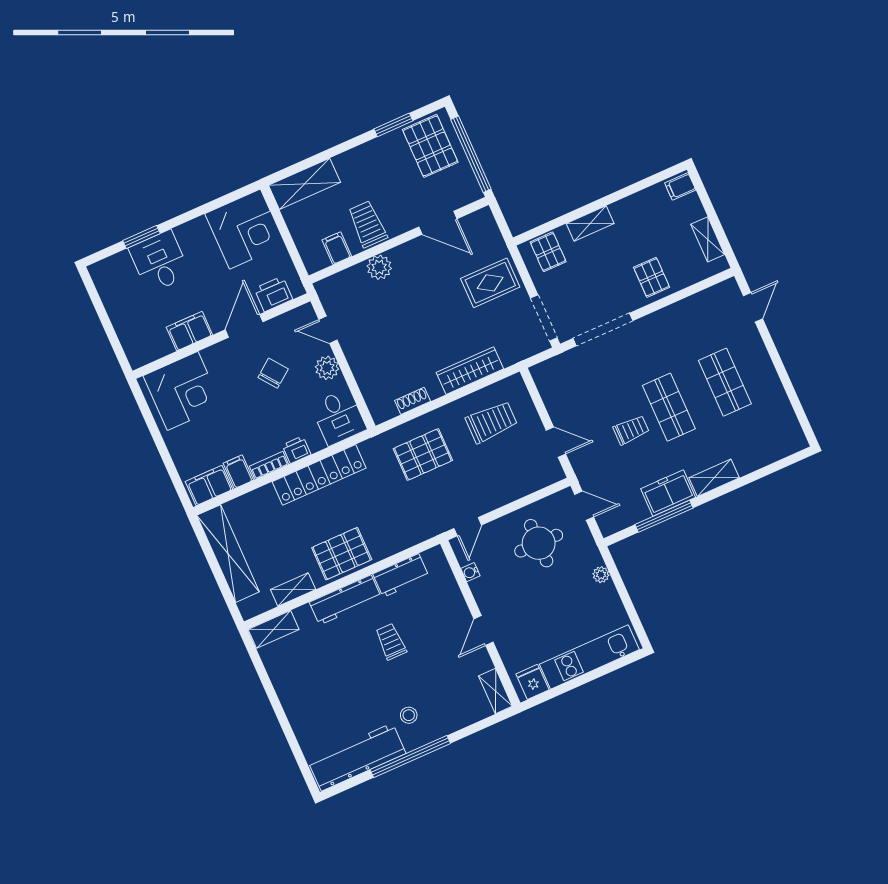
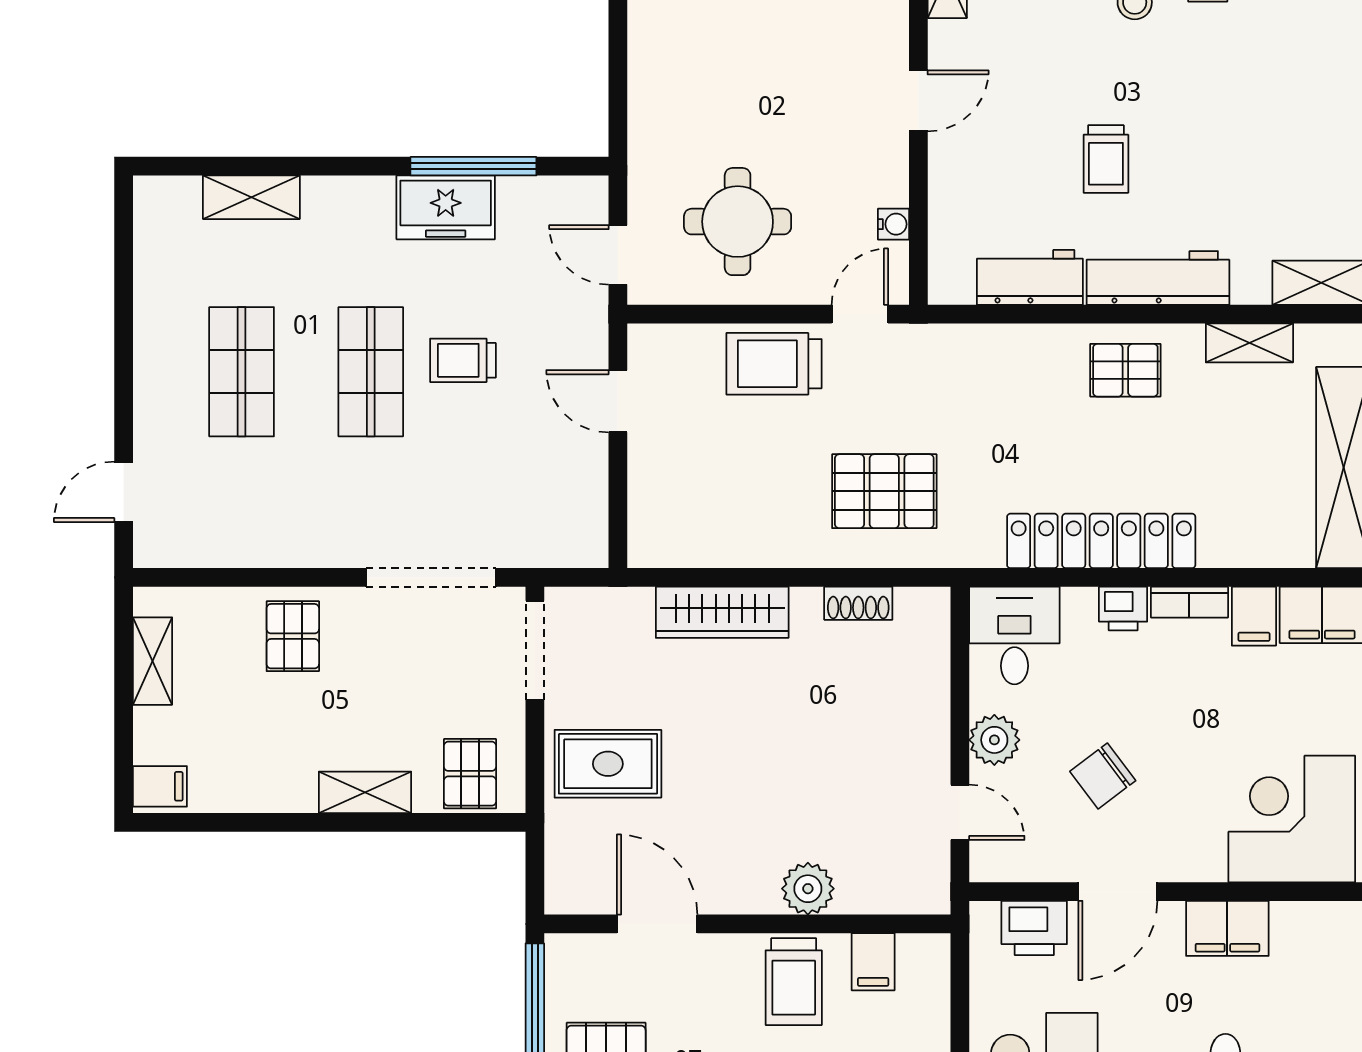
trolley: (491, 422) -> (774, 364), moved
shelving: (714, 478) -> (251, 197), moved
pallet: (342, 554) -> (1125, 370), width x0.67, depth x0.71
plant: (601, 575) -> (645, 108), removed

